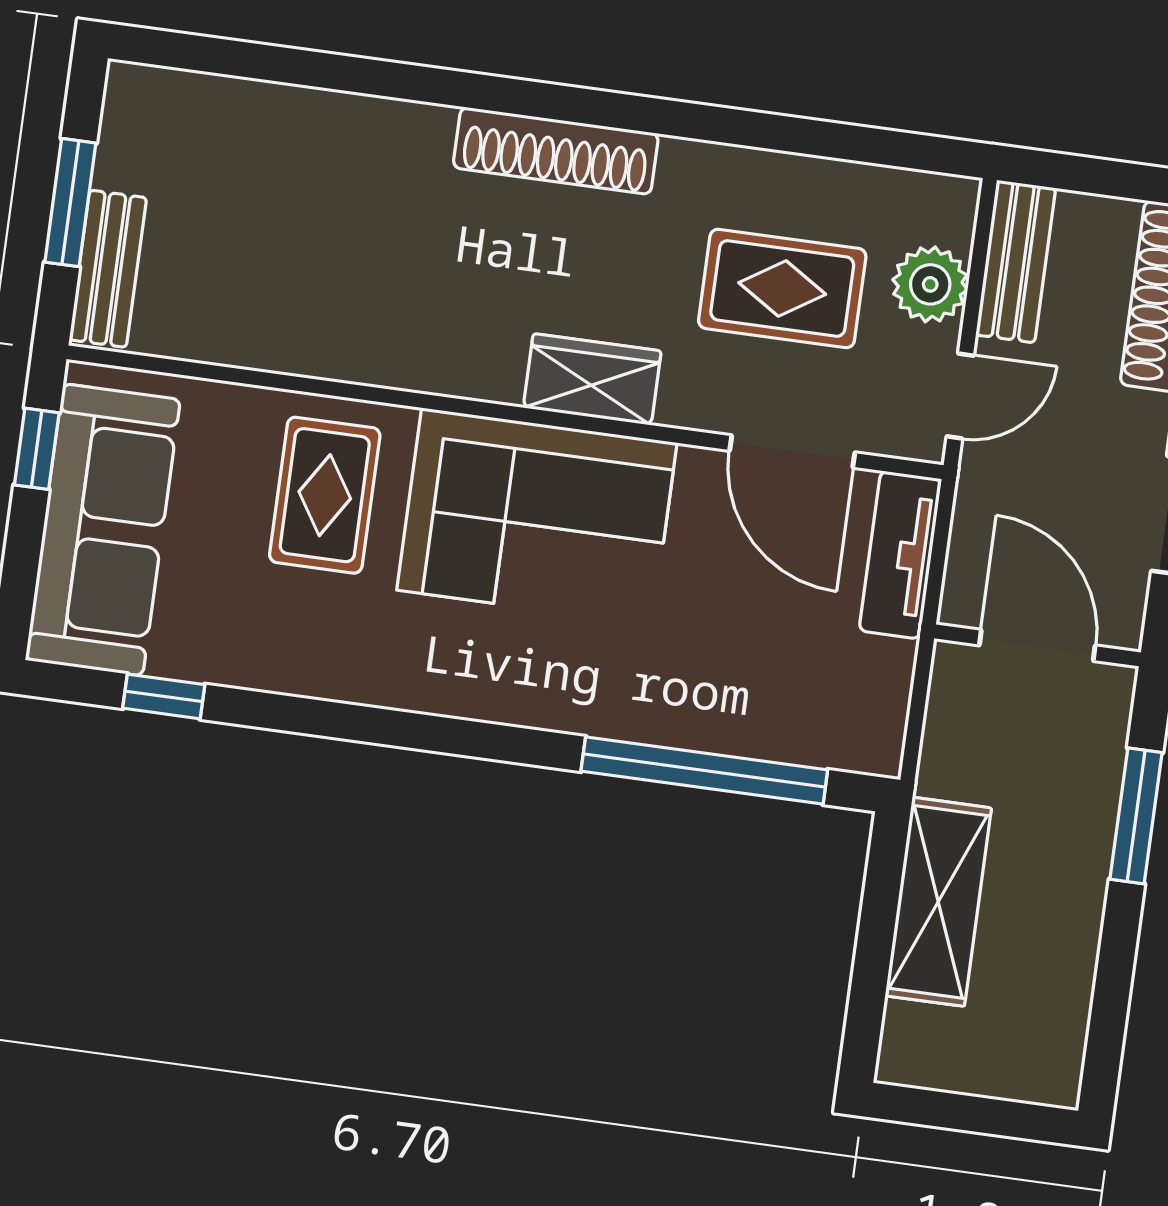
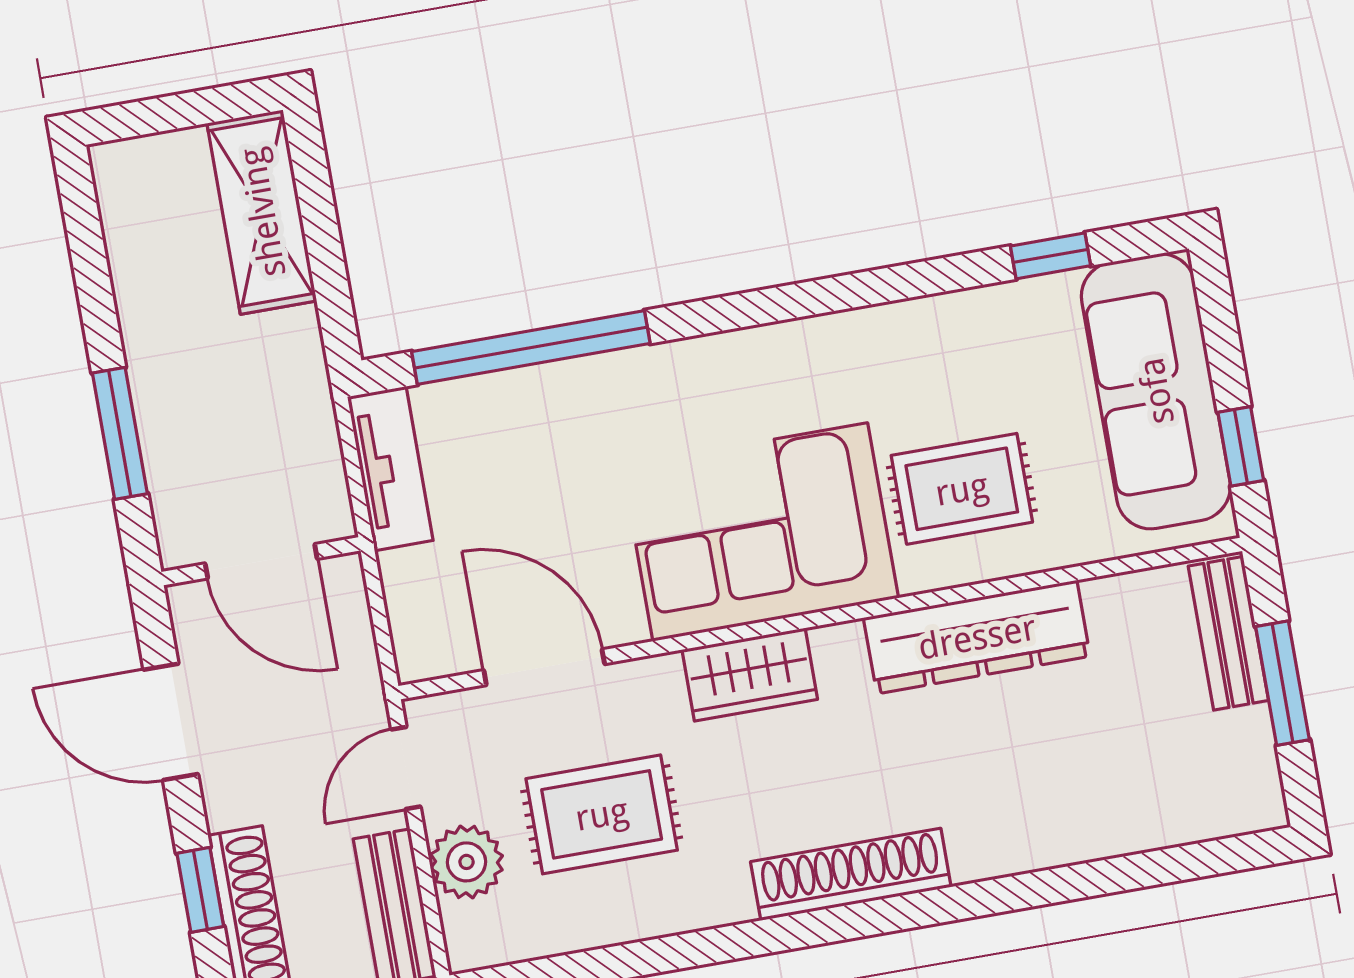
dresser: (357, 345) -> (977, 637), added
rug: (325, 495) -> (962, 489), turned 90
tv unit: (900, 555) -> (390, 469), moved
shelving: (938, 902) -> (262, 212), moved

